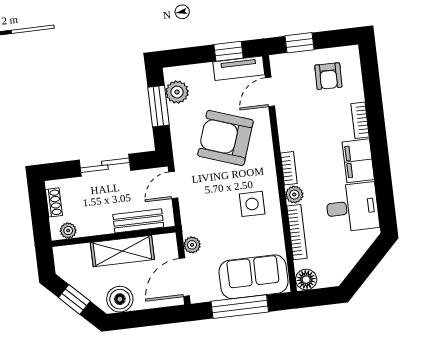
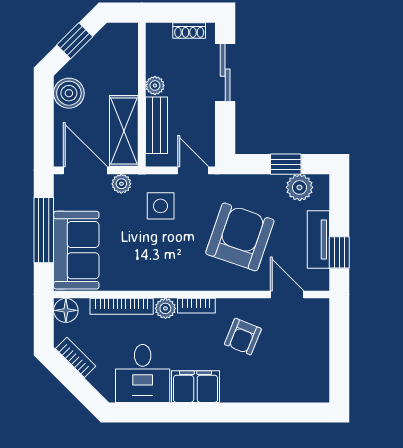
window: (299, 43) -> (339, 335), removed
tv unit: (239, 68) -> (318, 240), moved
armchair: (328, 76) -> (243, 337), moved, turned -69
window: (158, 106) -> (286, 164), width x0.67
bookcase: (360, 120) -> (76, 357), moved, turned 45
sliding door: (105, 165) -> (225, 73), moved
side table: (252, 204) -> (161, 206), moved
plant: (68, 231) -> (155, 85), moved
shelving: (122, 251) -> (124, 131), moved

